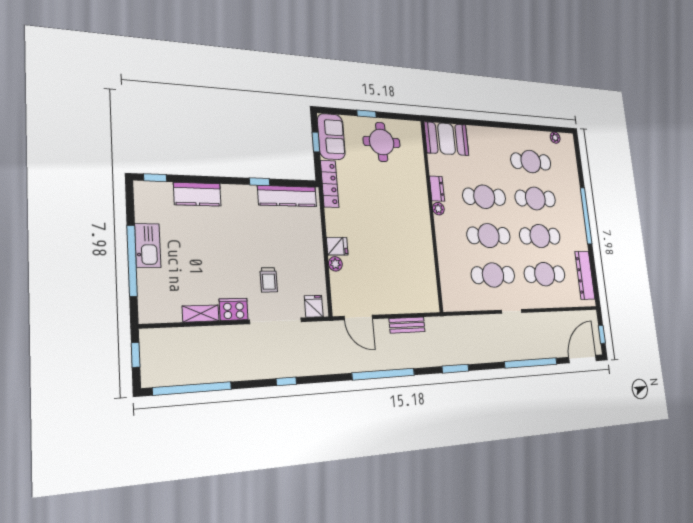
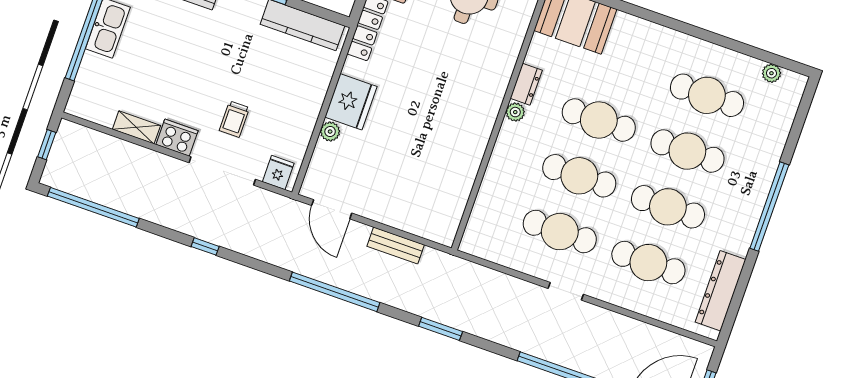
fridge: (337, 246) -> (351, 102), width x1.88, depth x1.34

